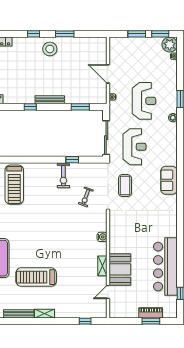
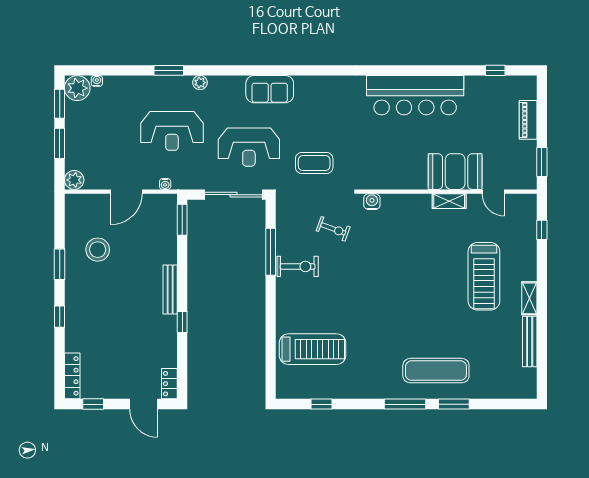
plant: (115, 43) -> (74, 180), added
stool: (50, 49) -> (98, 250), moved
reception desk: (144, 101) -> (172, 131), turned 180
window: (80, 107) -> (182, 220), moved
reception desk: (134, 147) -> (249, 147), turned 180
window: (72, 160) -> (271, 252), width x2.17
sofa: (169, 180) -> (270, 89), moved
water cooler: (102, 237) -> (372, 202), moved
bar counter: (165, 267) -> (415, 95), moved
treadmill: (36, 277) -> (484, 276), moved
window: (151, 321) -> (542, 162), moved

